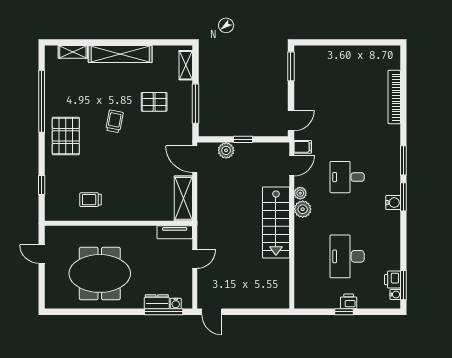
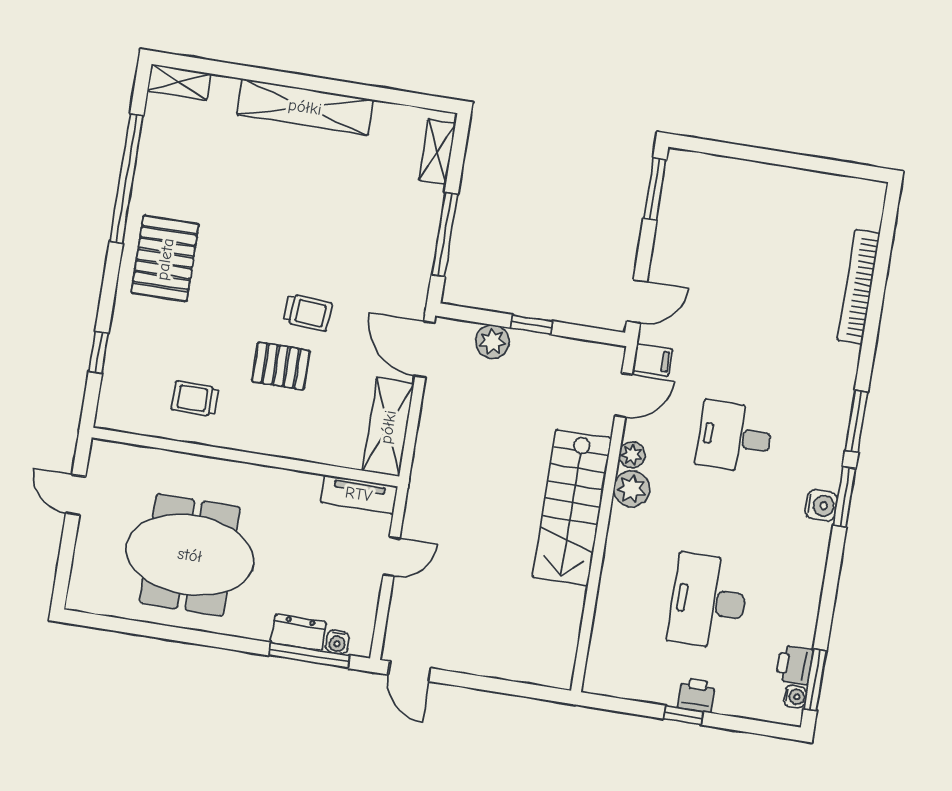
shelving: (73, 52) -> (179, 82), moved
pallet: (154, 102) -> (281, 366), moved
trolley: (114, 121) -> (308, 313), moved, turned 83

